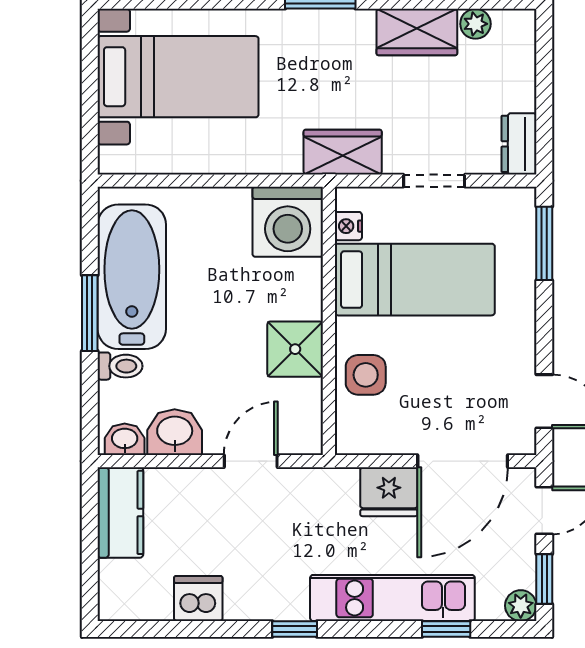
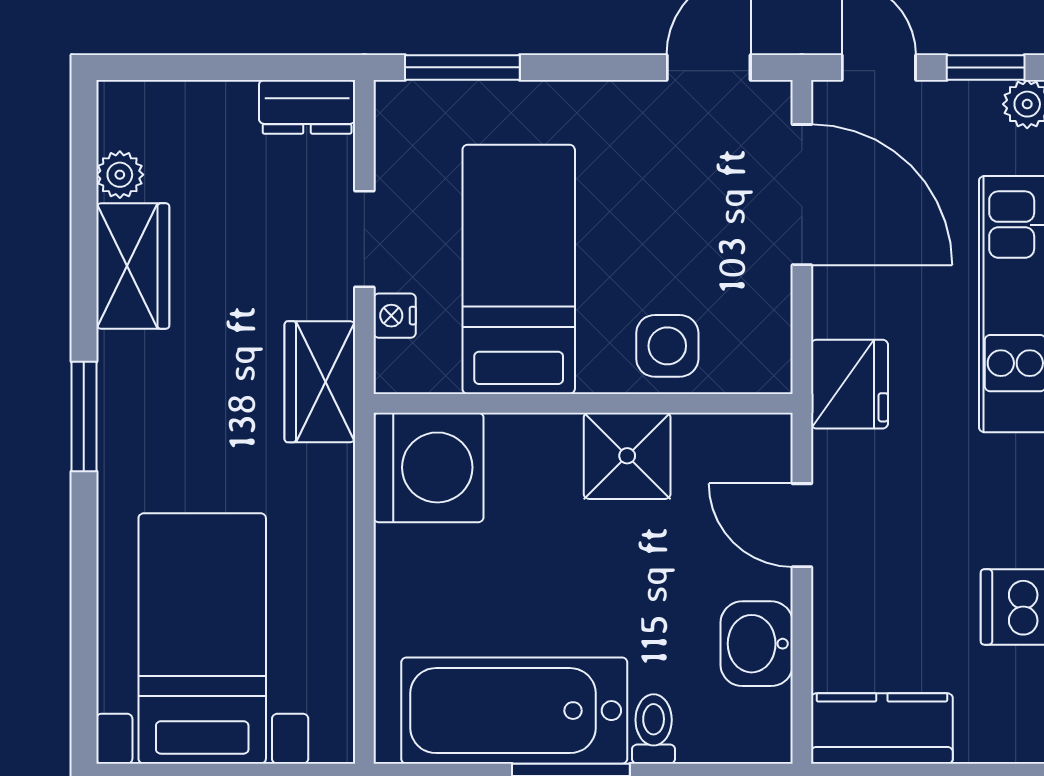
nightstand: (348, 226) -> (395, 316), moved, turned 90
washbasin: (125, 439) -> (768, 722), removed
fridge: (389, 492) -> (849, 384), moved

